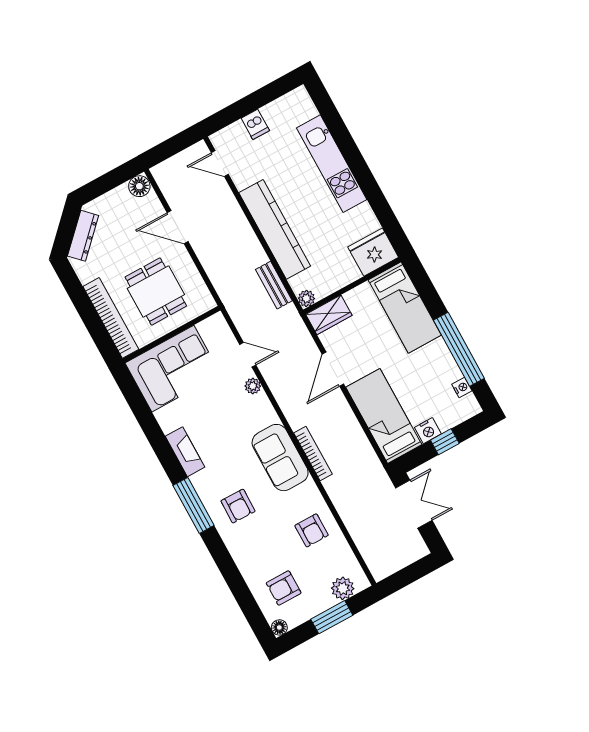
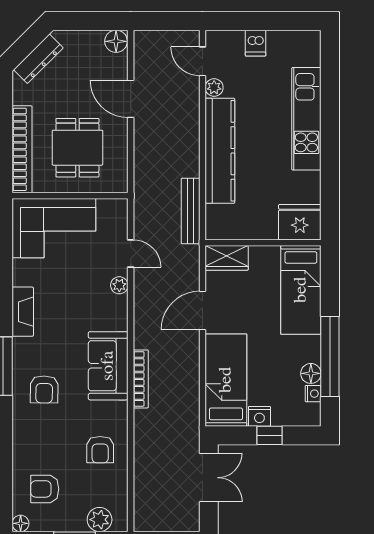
bench: (274, 285) -> (191, 211), width x1.36
plant: (306, 298) -> (214, 87), moved
floor lamp: (451, 372) -> (311, 373), added

